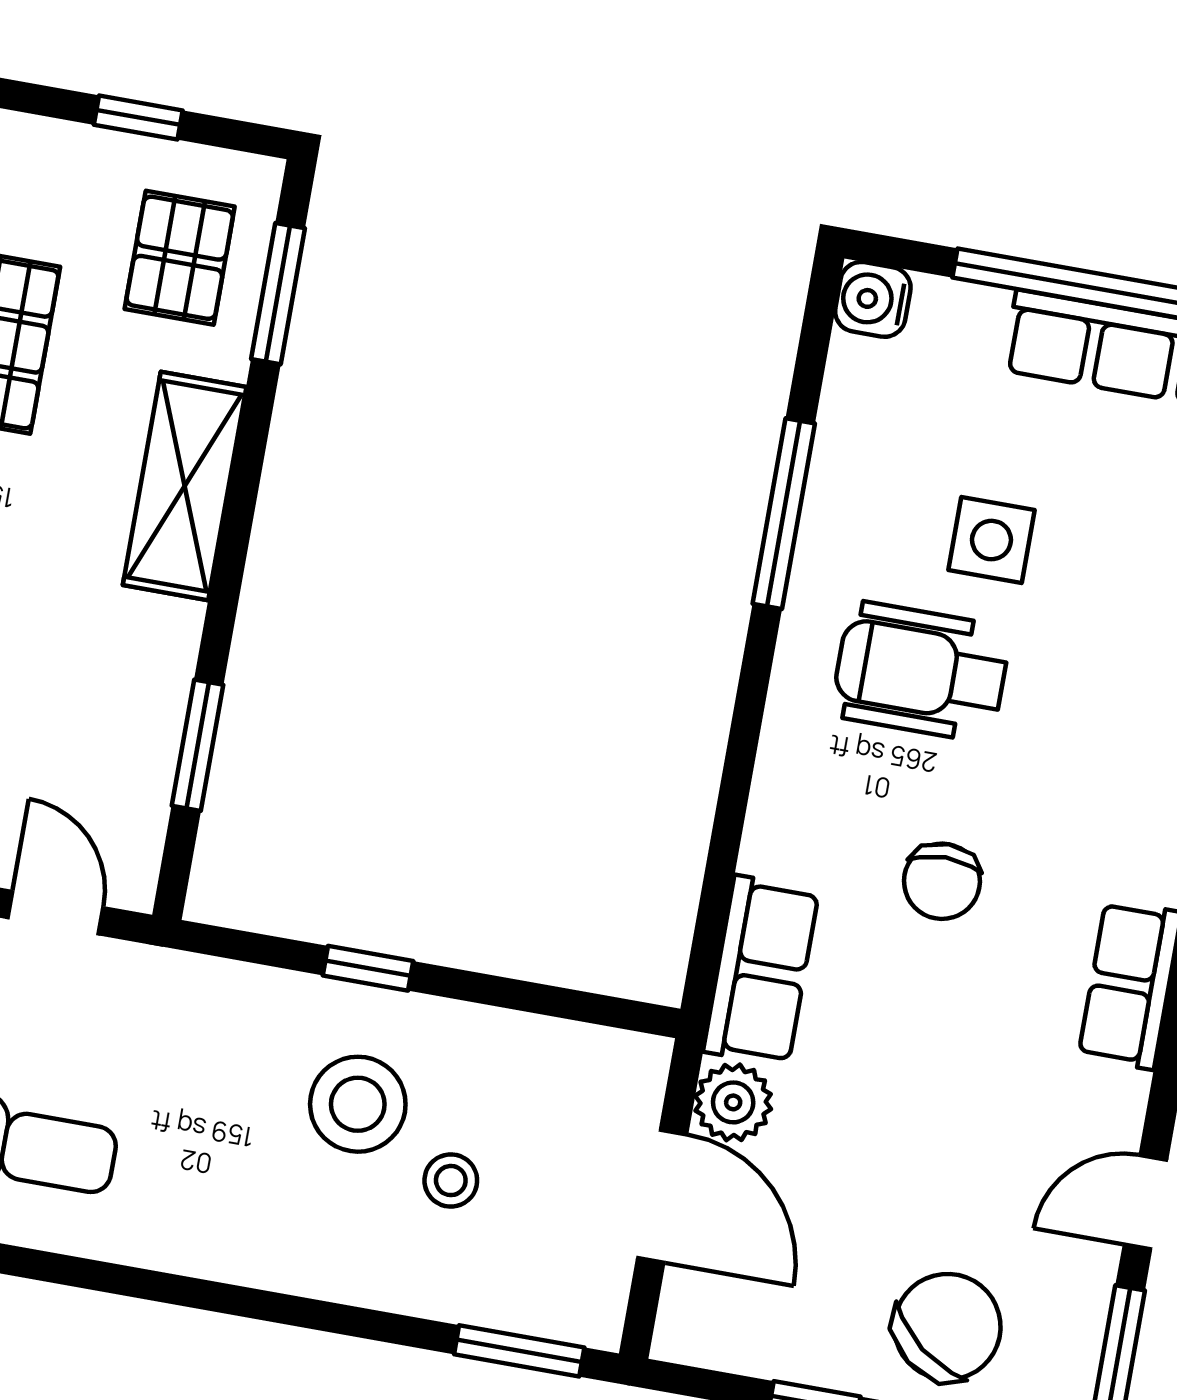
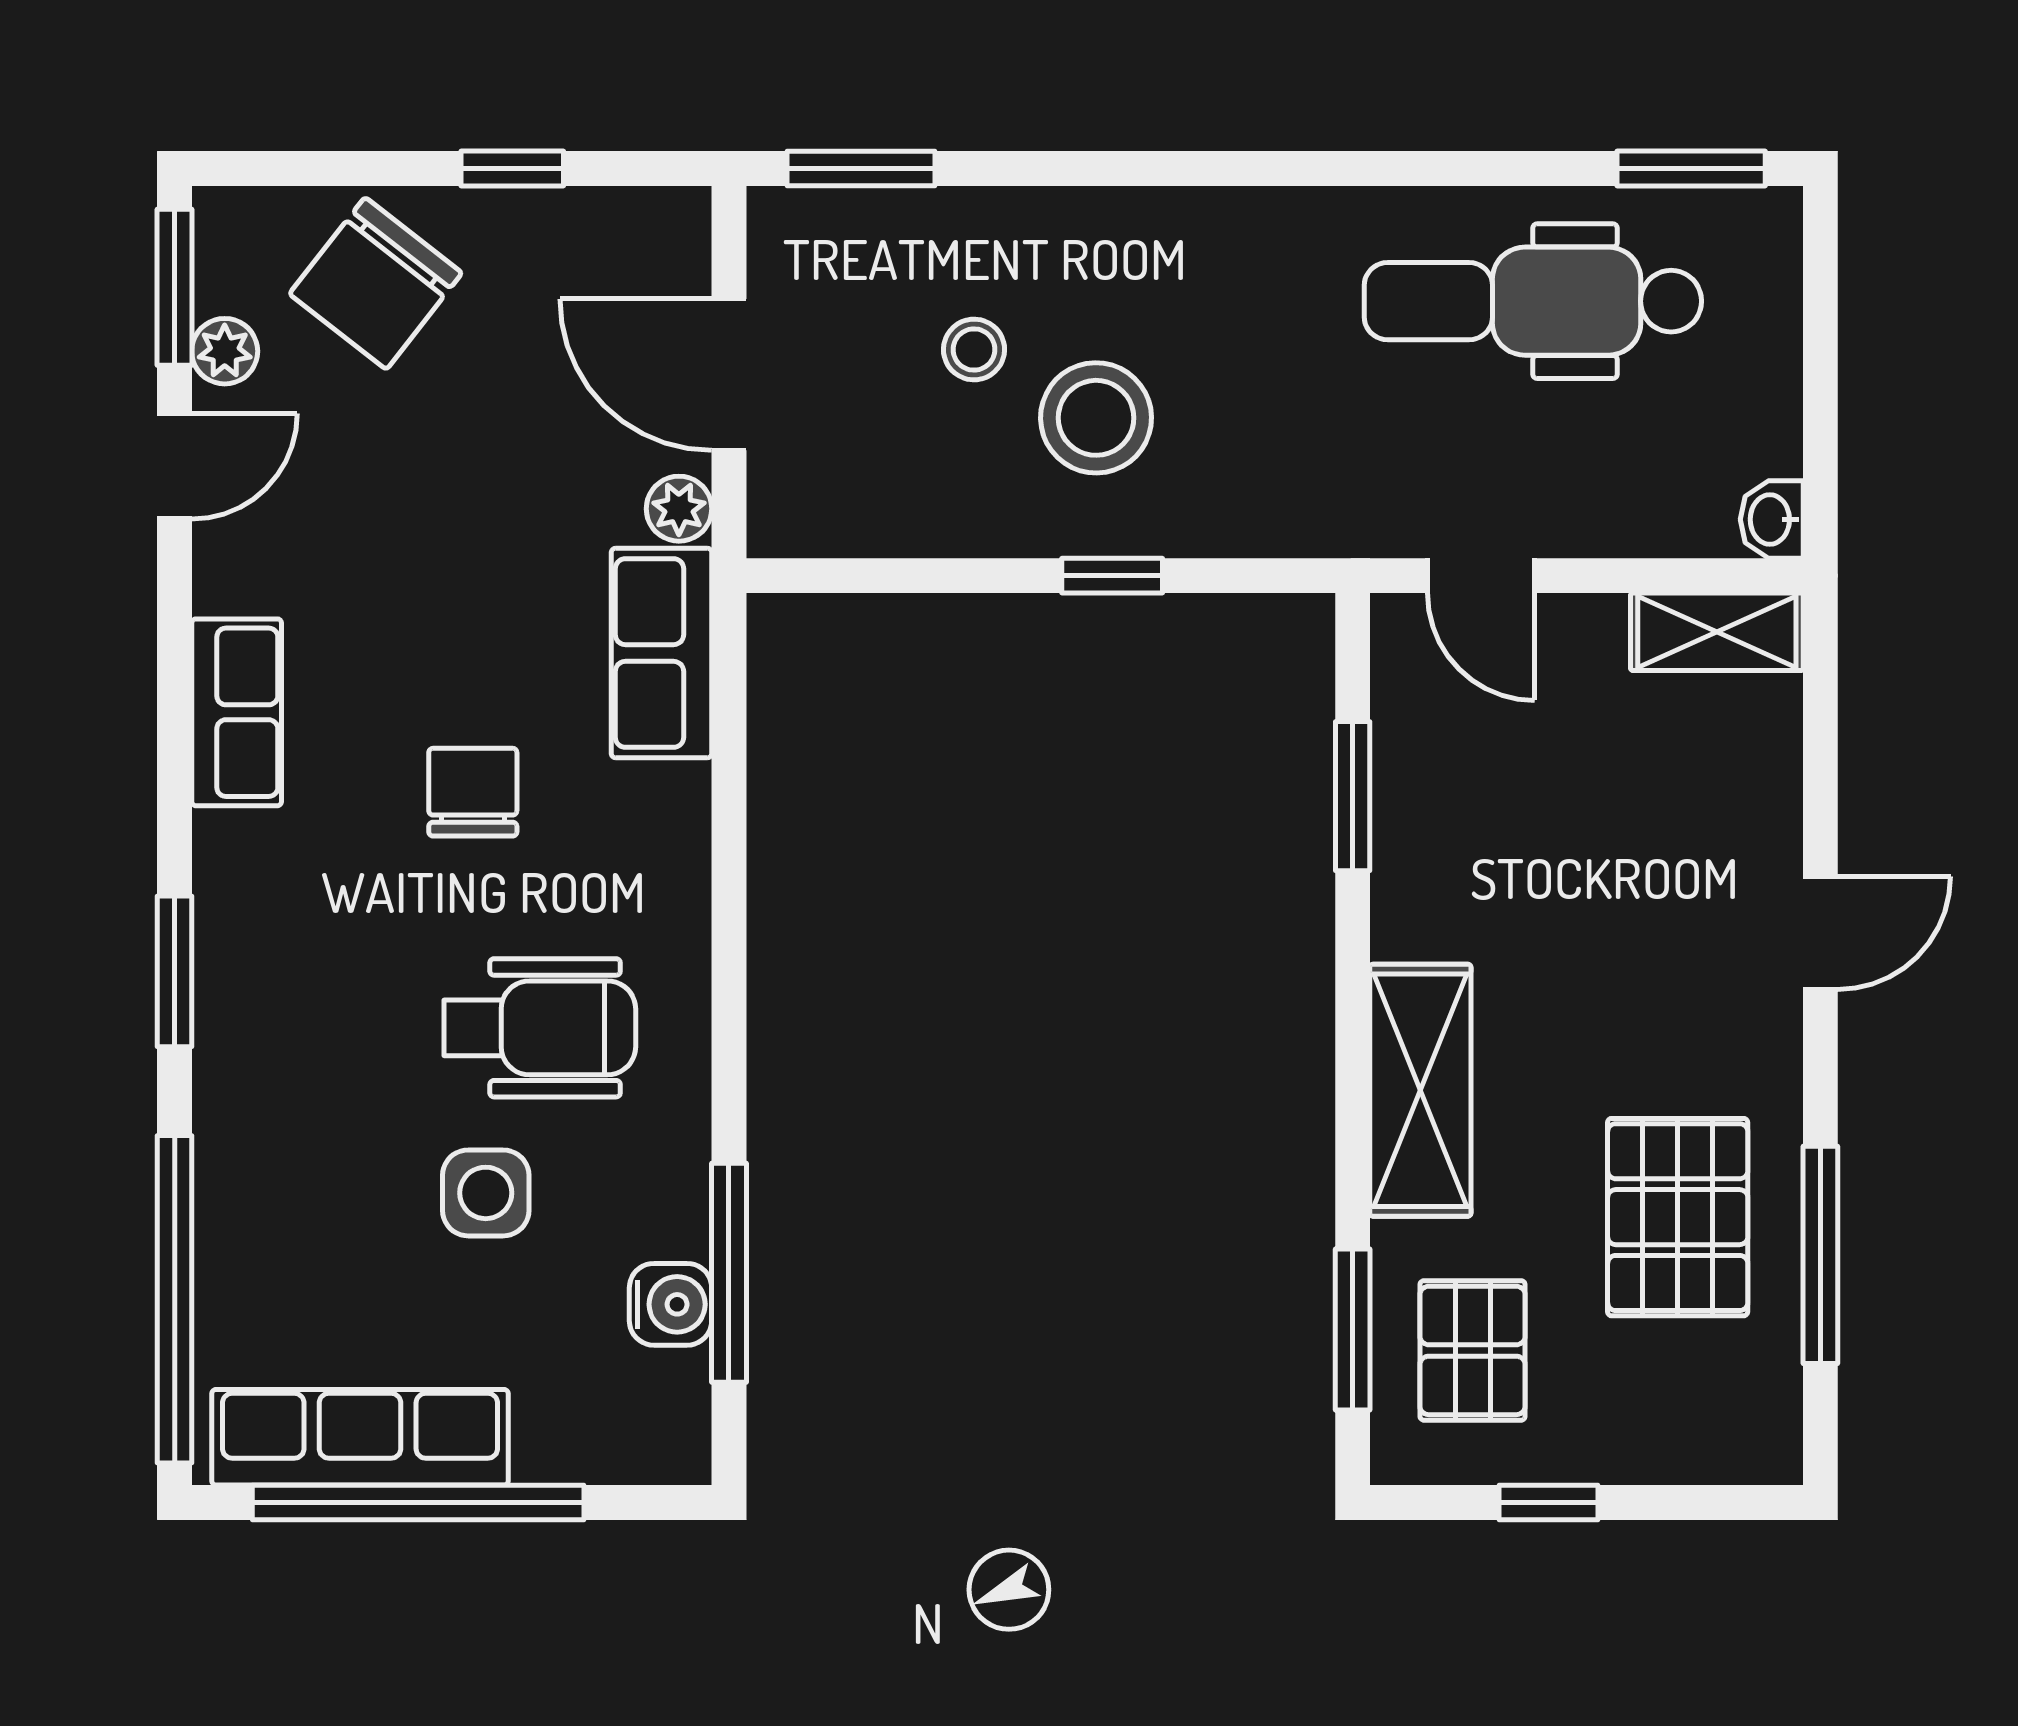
water cooler: (873, 299) -> (671, 1304), moved
window: (784, 514) -> (729, 1273), moved
plant: (733, 1102) -> (679, 509), width x0.73, depth x0.73
plant: (1086, 1292) -> (225, 351), added

